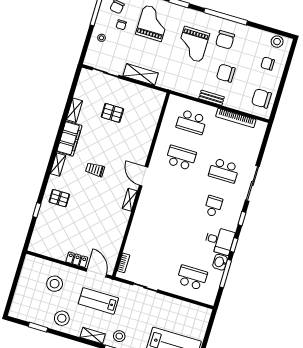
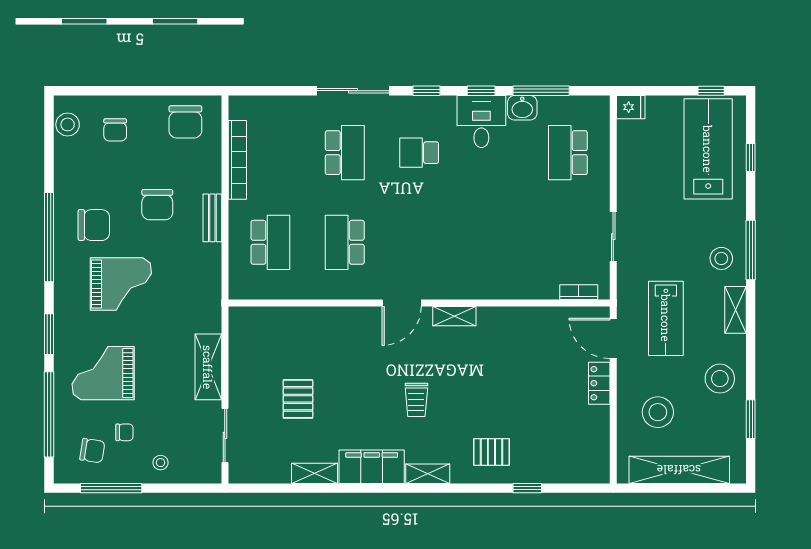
pallet: (59, 198) -> (491, 452), turned 90
door: (96, 273) -> (613, 338), hinge flipped
shelving: (24, 286) -> (679, 470), added
fridge: (205, 314) -> (631, 107), added

